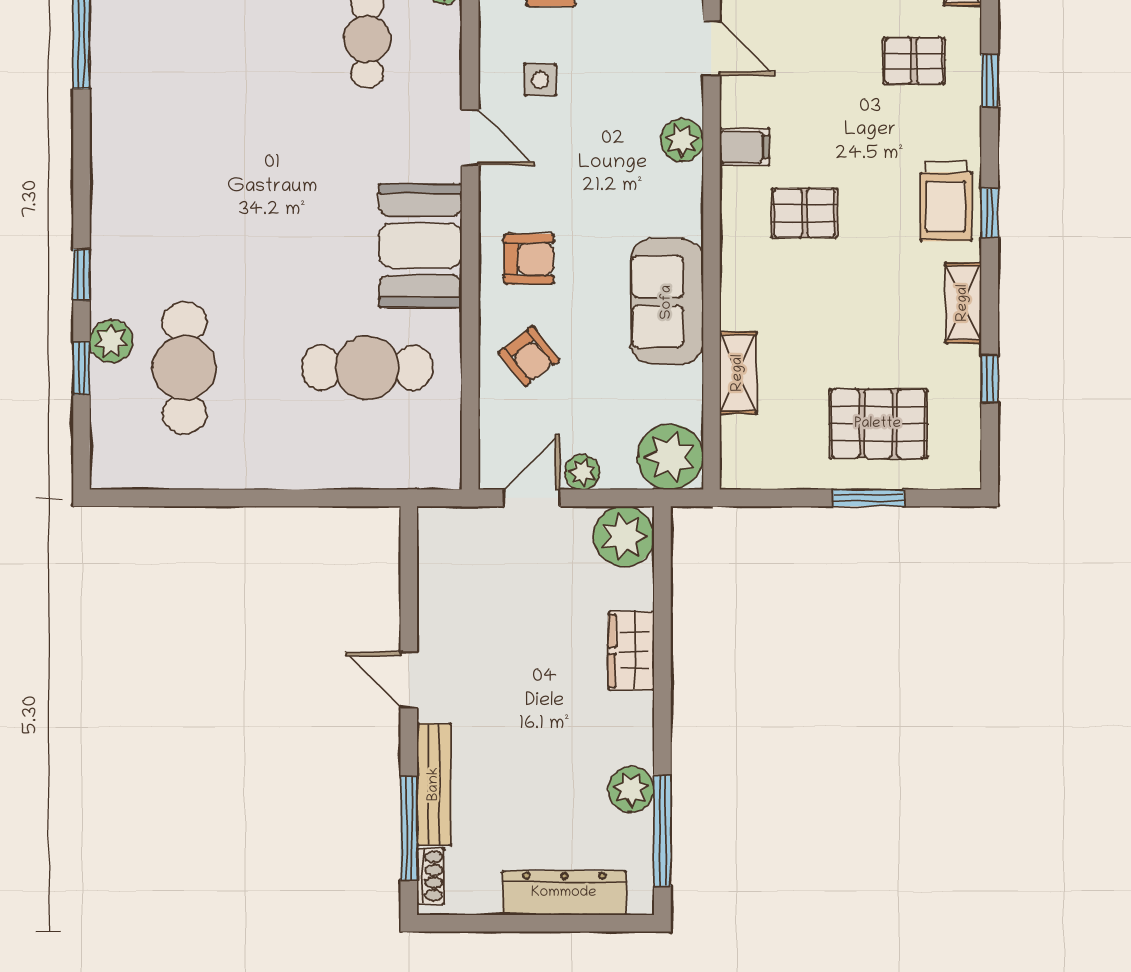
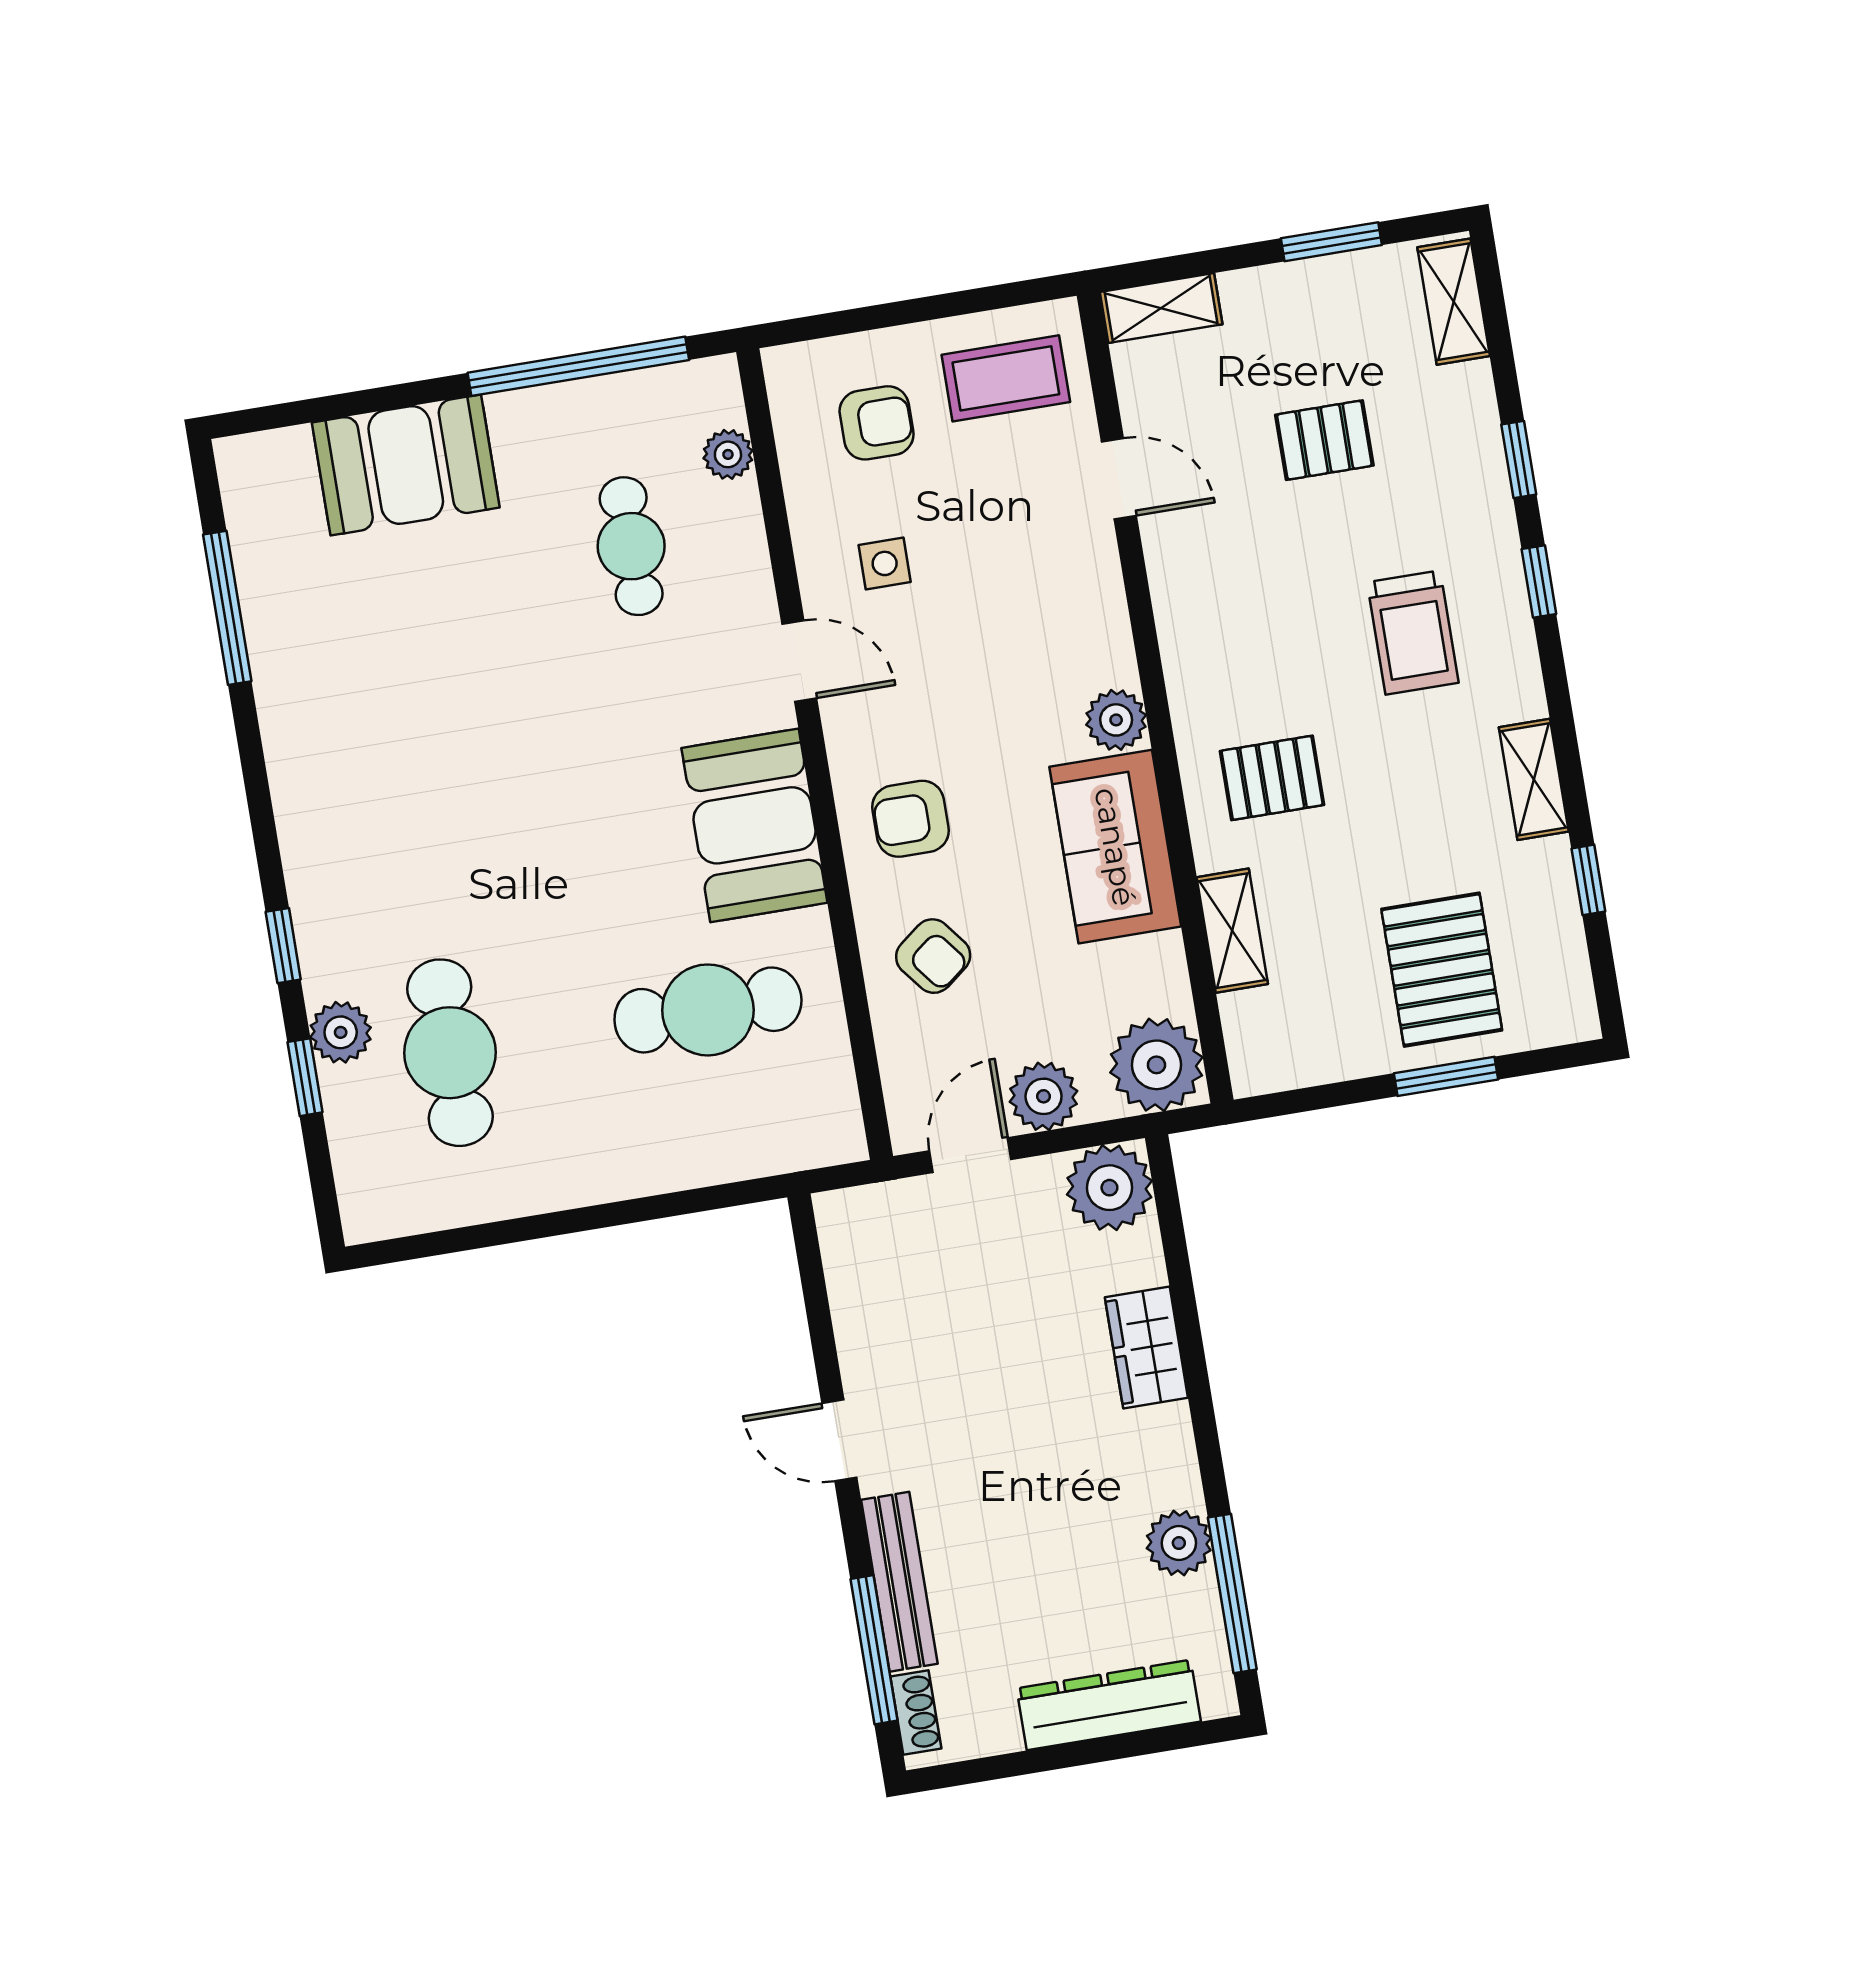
pallet: (914, 61) -> (1324, 440), moved
plant: (682, 140) -> (1116, 720), moved
filing cabinet: (744, 147) -> (1188, 610), removed
trolley: (946, 201) -> (1413, 632), moved
pallet: (804, 213) -> (1272, 778), moved
window: (990, 213) -> (1539, 582), moved
armchair: (529, 259) -> (910, 819), turned 180
pallet: (878, 424) -> (1442, 970), turned 90
plant: (582, 472) -> (1044, 1096), width x1.38, depth x1.38

